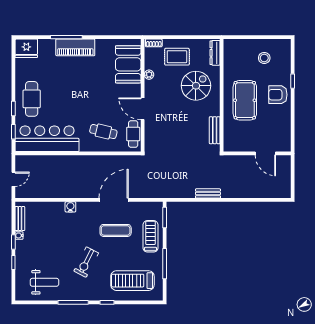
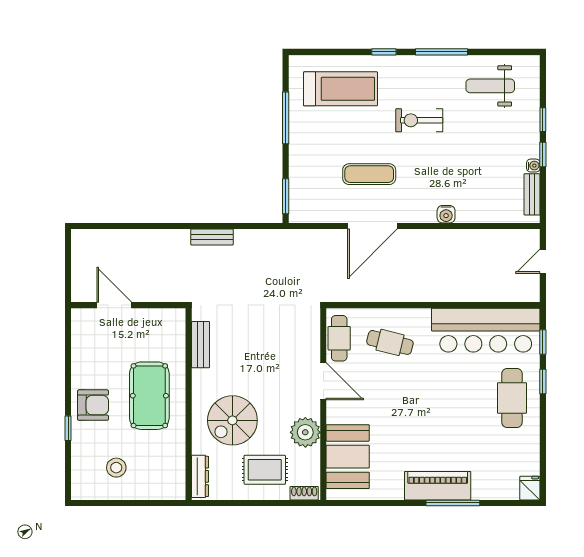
fridge: (26, 48) -> (530, 488), width x0.53, depth x0.75
plant: (149, 75) -> (305, 432), width x1.88, depth x1.88
treadmill: (151, 236) -> (310, 164), removed
exercise bike: (86, 262) -> (419, 120), turned -117

